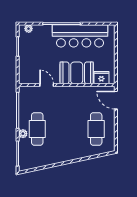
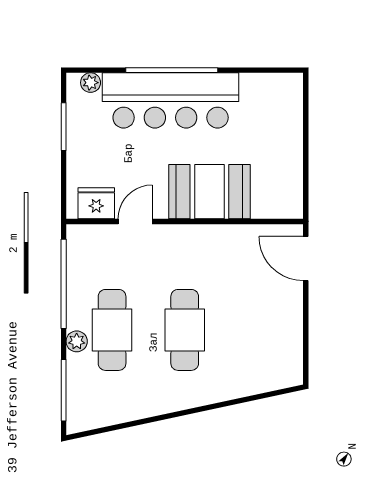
bar counter: (80, 36) -> (171, 100), moved
fridge: (101, 78) -> (96, 203), moved
door: (47, 85) -> (135, 221), hinge flipped
cafe table: (96, 129) -> (185, 330), moved

